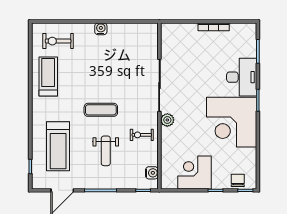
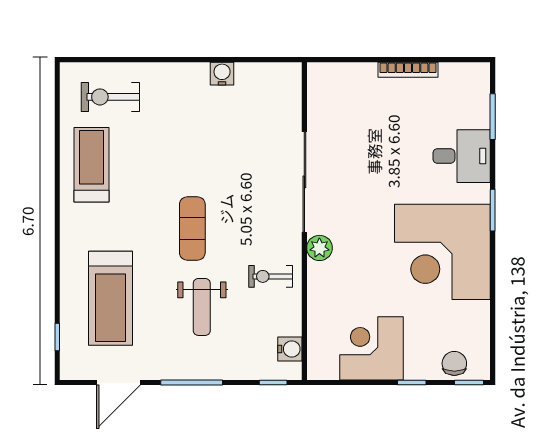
water cooler: (101, 29) -> (222, 74), moved
desk: (242, 77) -> (462, 156), width x0.73
exercise mat: (101, 110) -> (192, 228), turned 90

